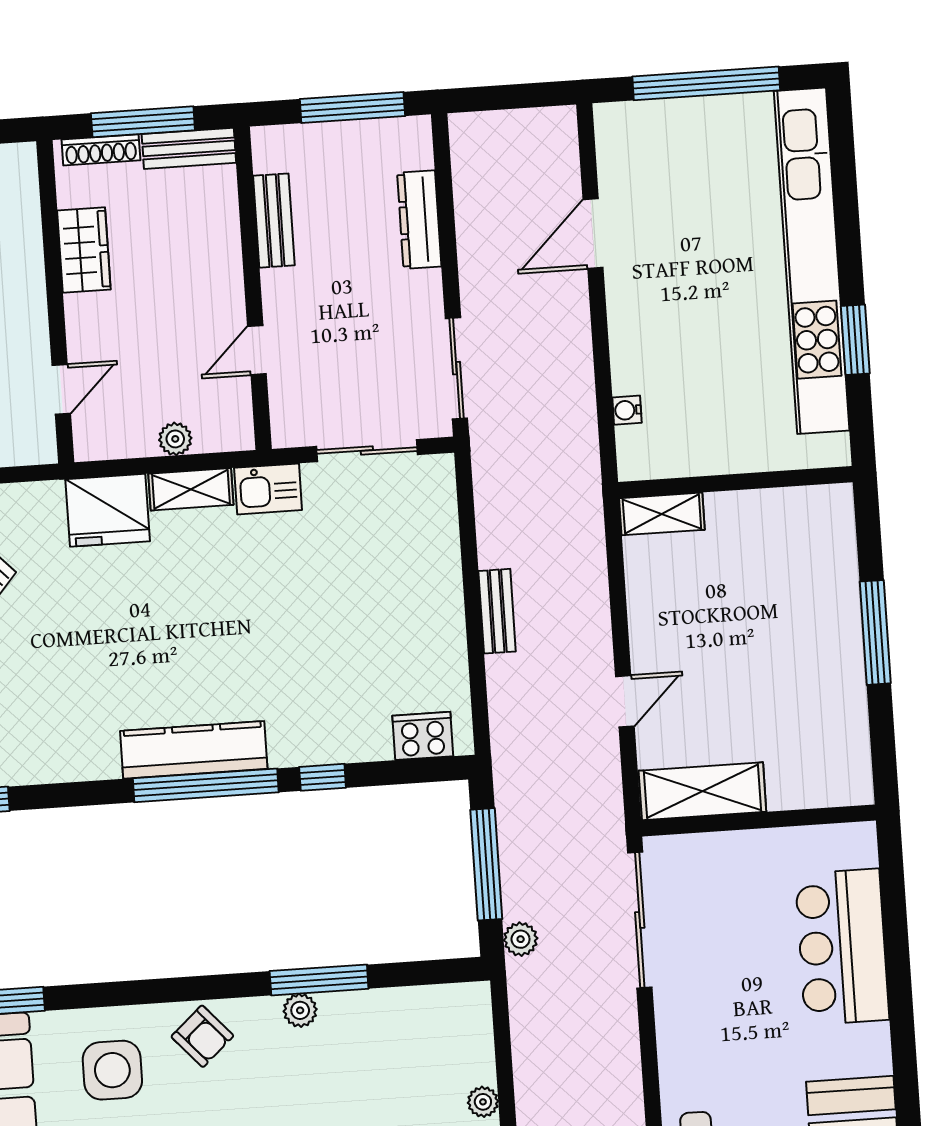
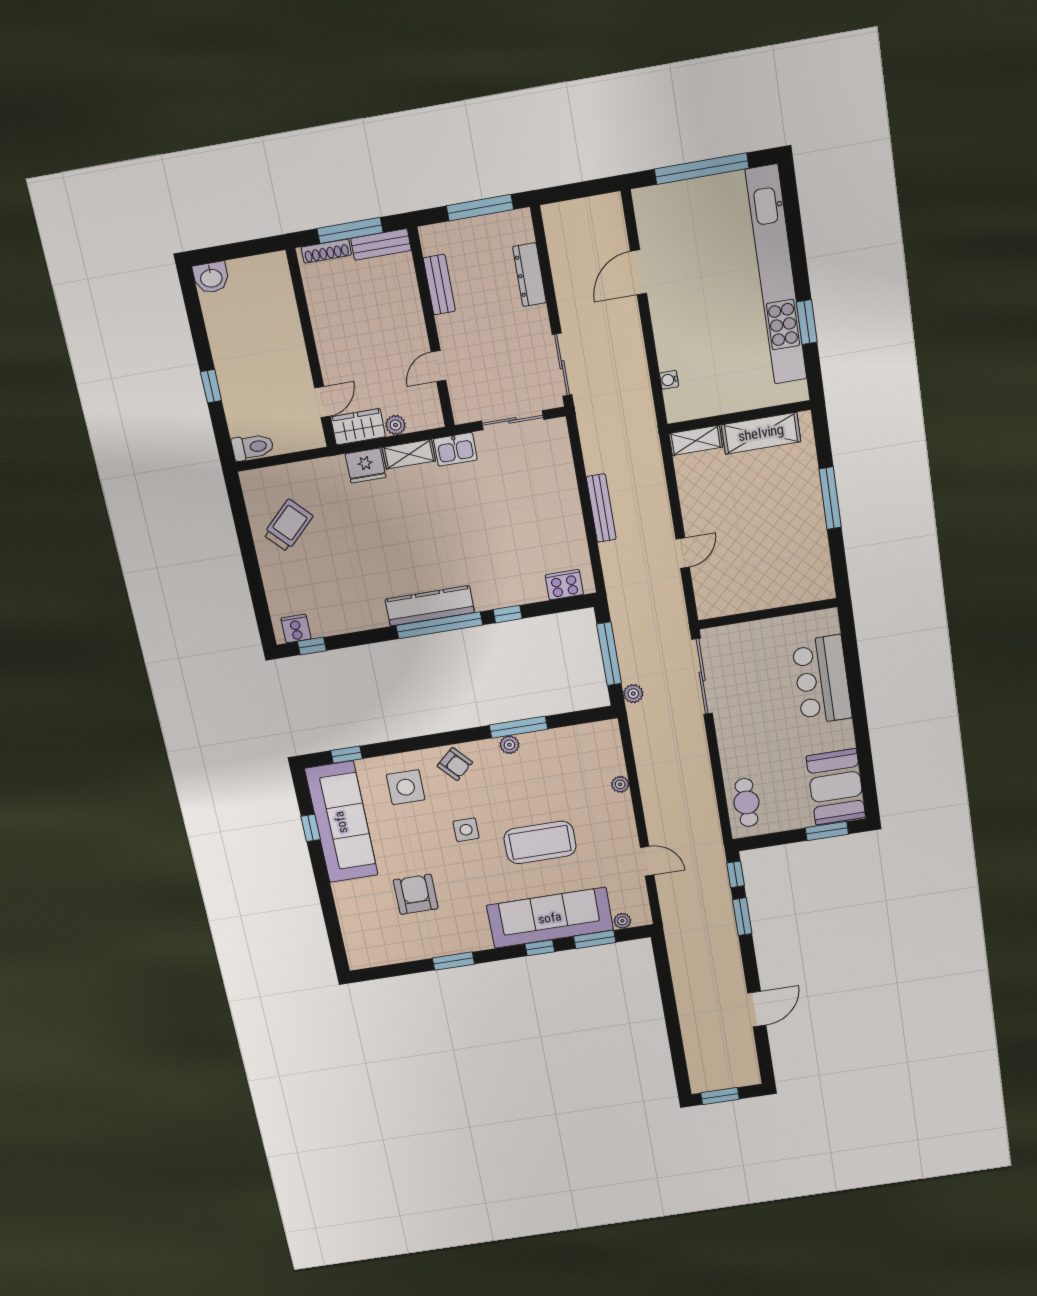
wardrobe: (84, 250) -> (358, 427), moved, turned -90
fridge: (108, 510) -> (366, 466), width x0.73, depth x0.75
bench: (497, 611) -> (601, 508), width x1.36
shelving: (702, 791) -> (761, 433), moved

